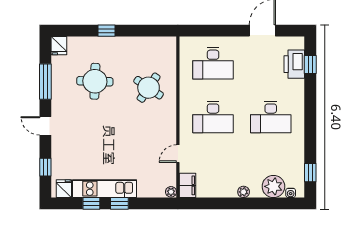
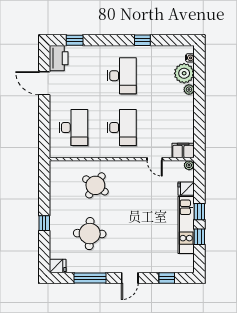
printer: (294, 64) -> (59, 58), moved, turned -90
window: (310, 173) -> (142, 40), moved
fridge: (64, 189) -> (186, 189), moved
plant: (244, 192) -> (189, 90), moved

